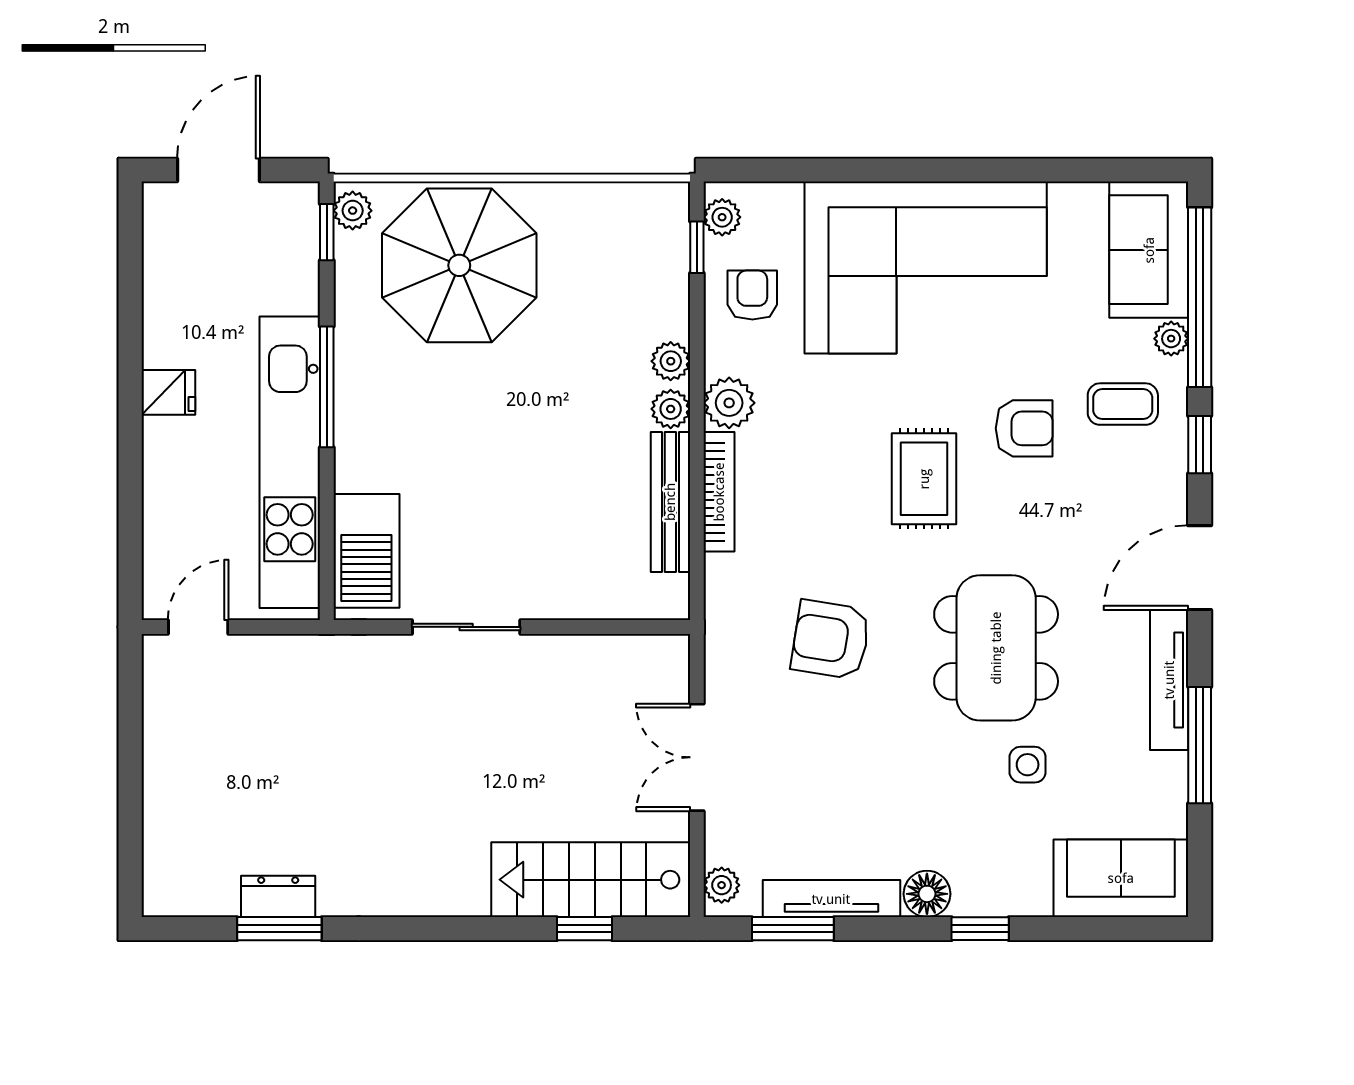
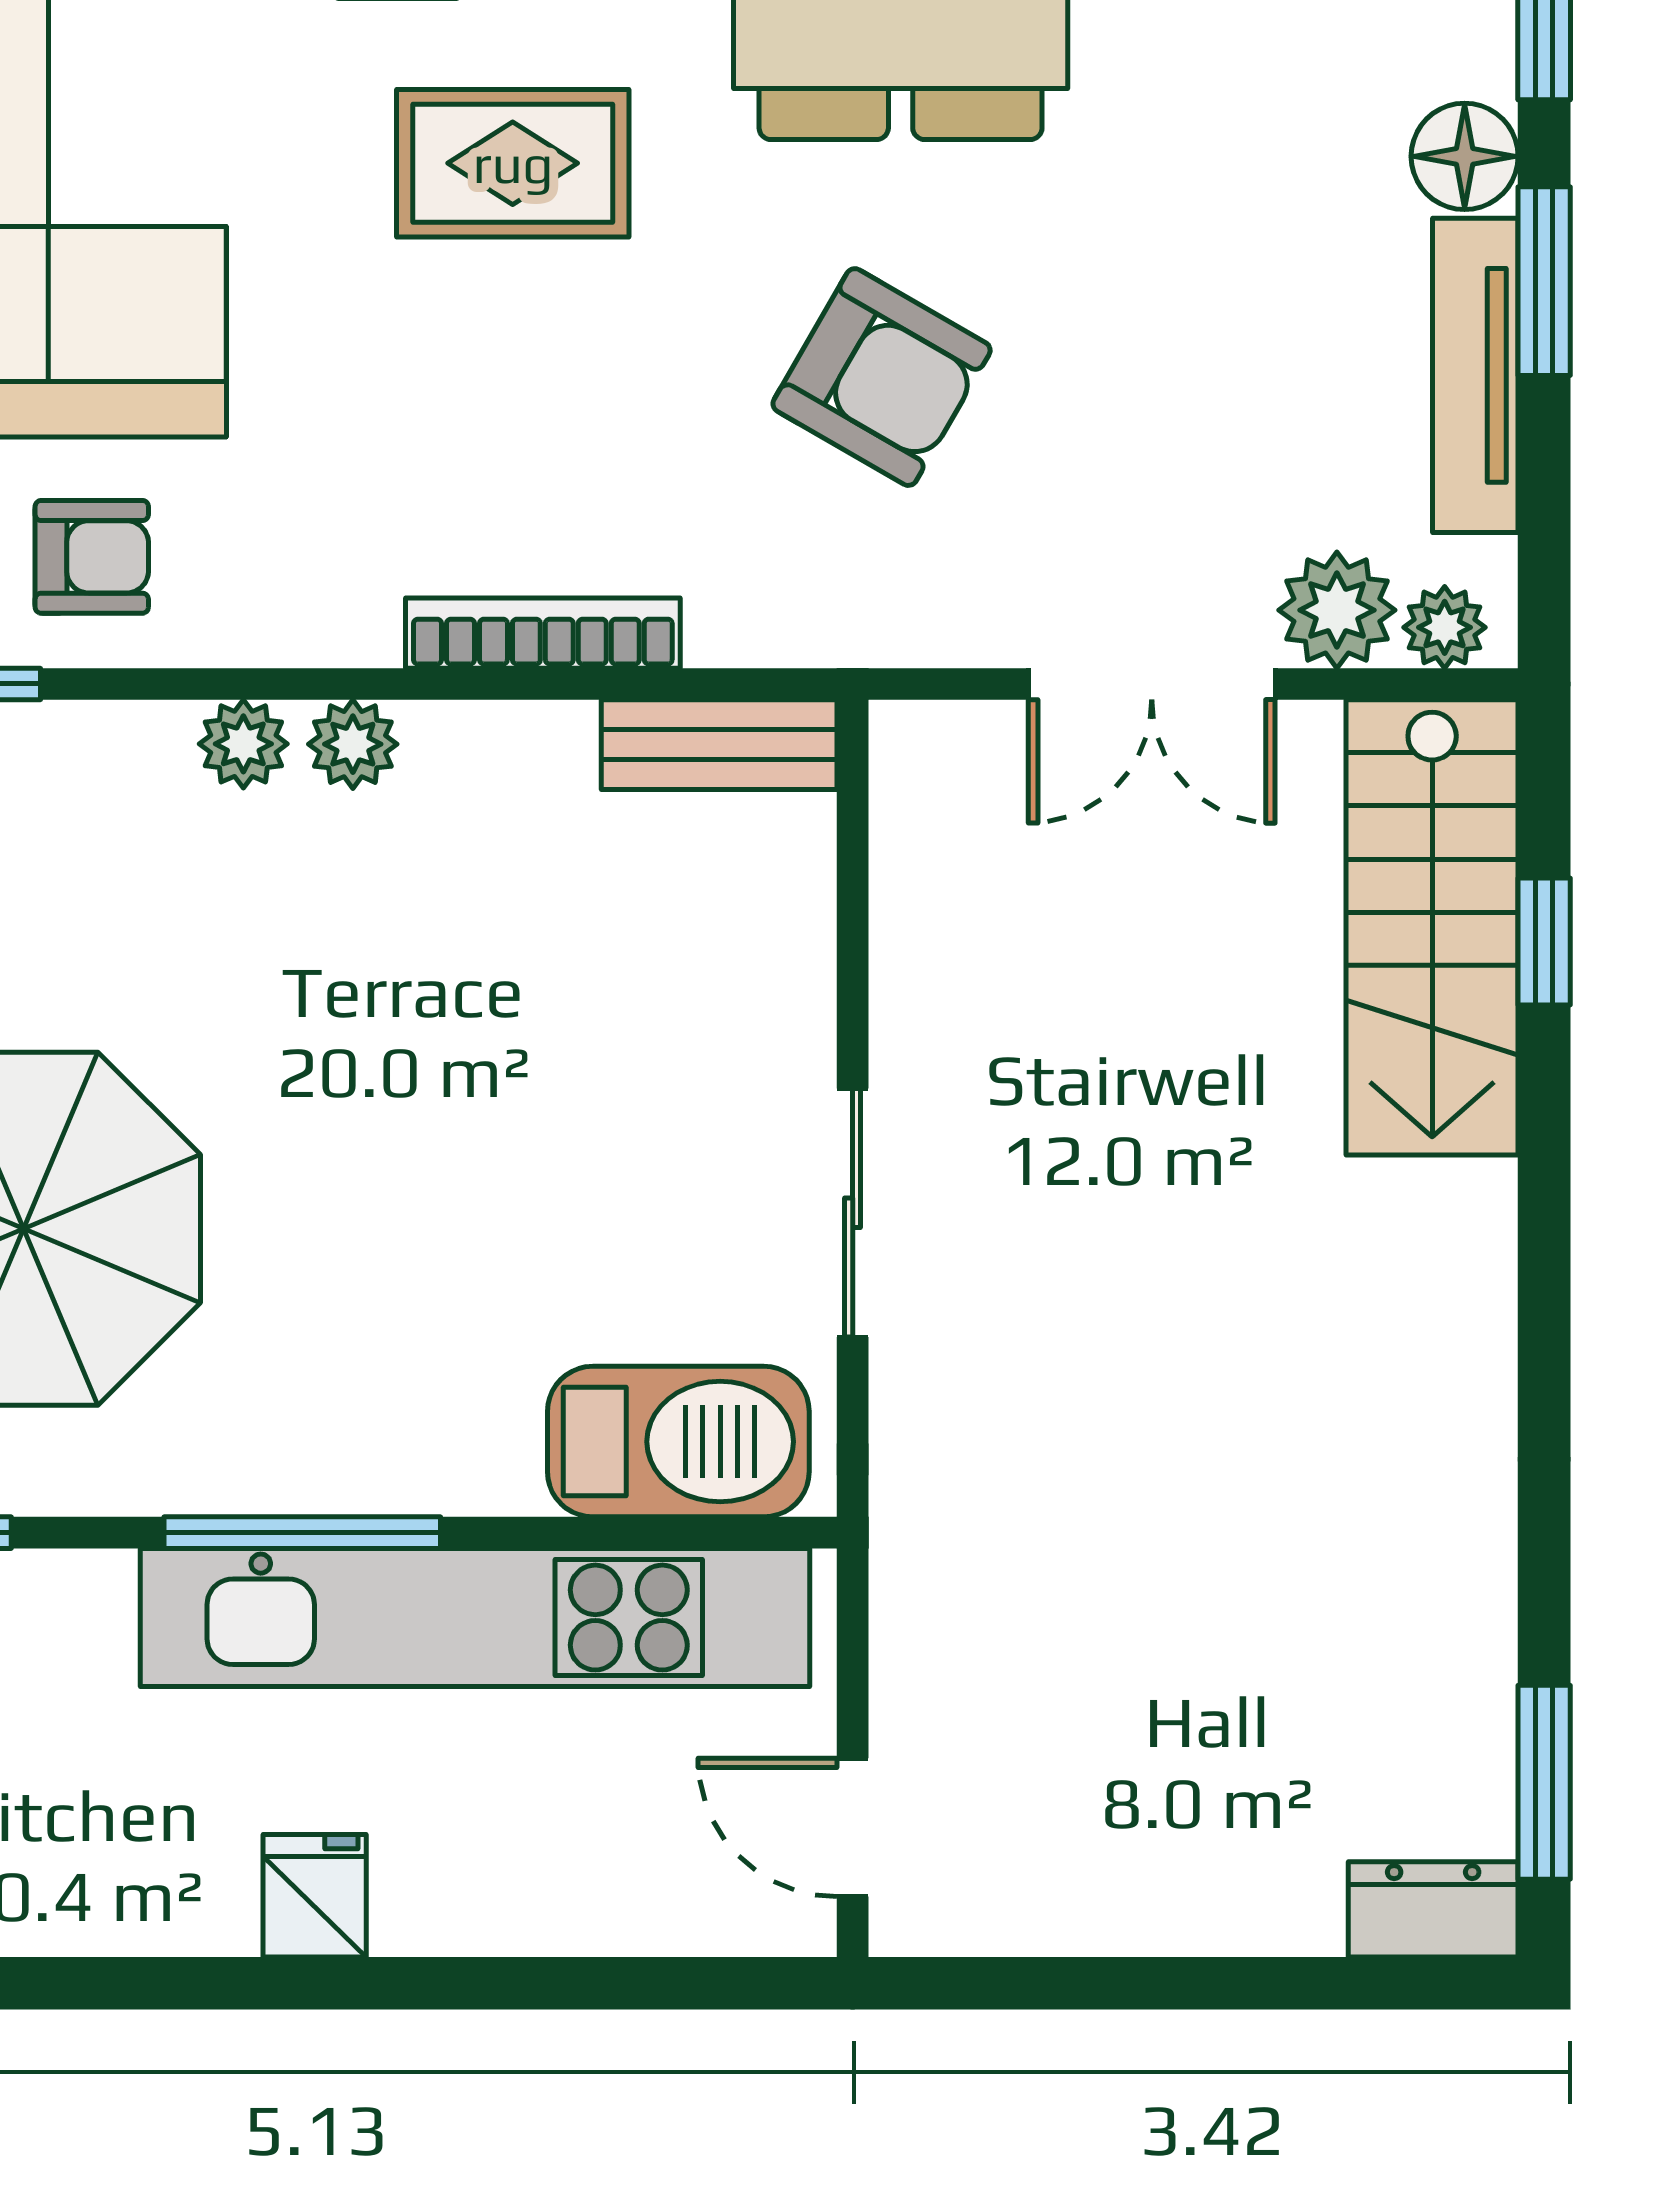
armchair: (752, 295) -> (92, 557), turned 180
plant: (729, 403) -> (1337, 610), moved
bench: (670, 502) -> (719, 745), moved, width x0.73
armchair: (831, 640) -> (882, 377), turned -69
dresser: (278, 896) -> (1433, 1909), moved, turned 90
window: (279, 929) -> (1544, 1782), moved
window: (793, 929) -> (1544, 281), moved

